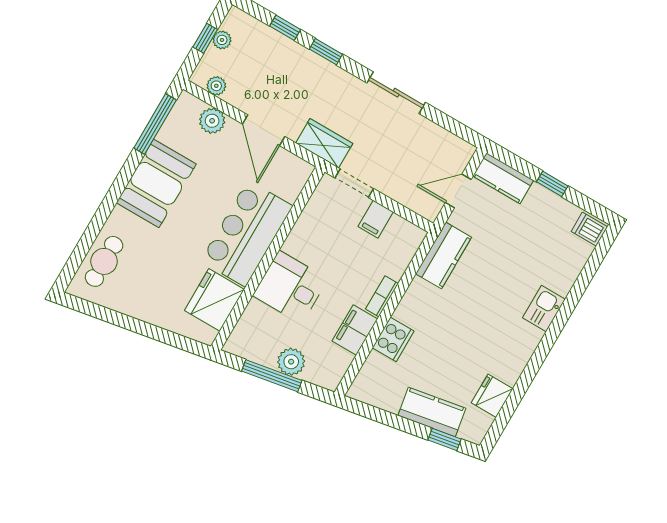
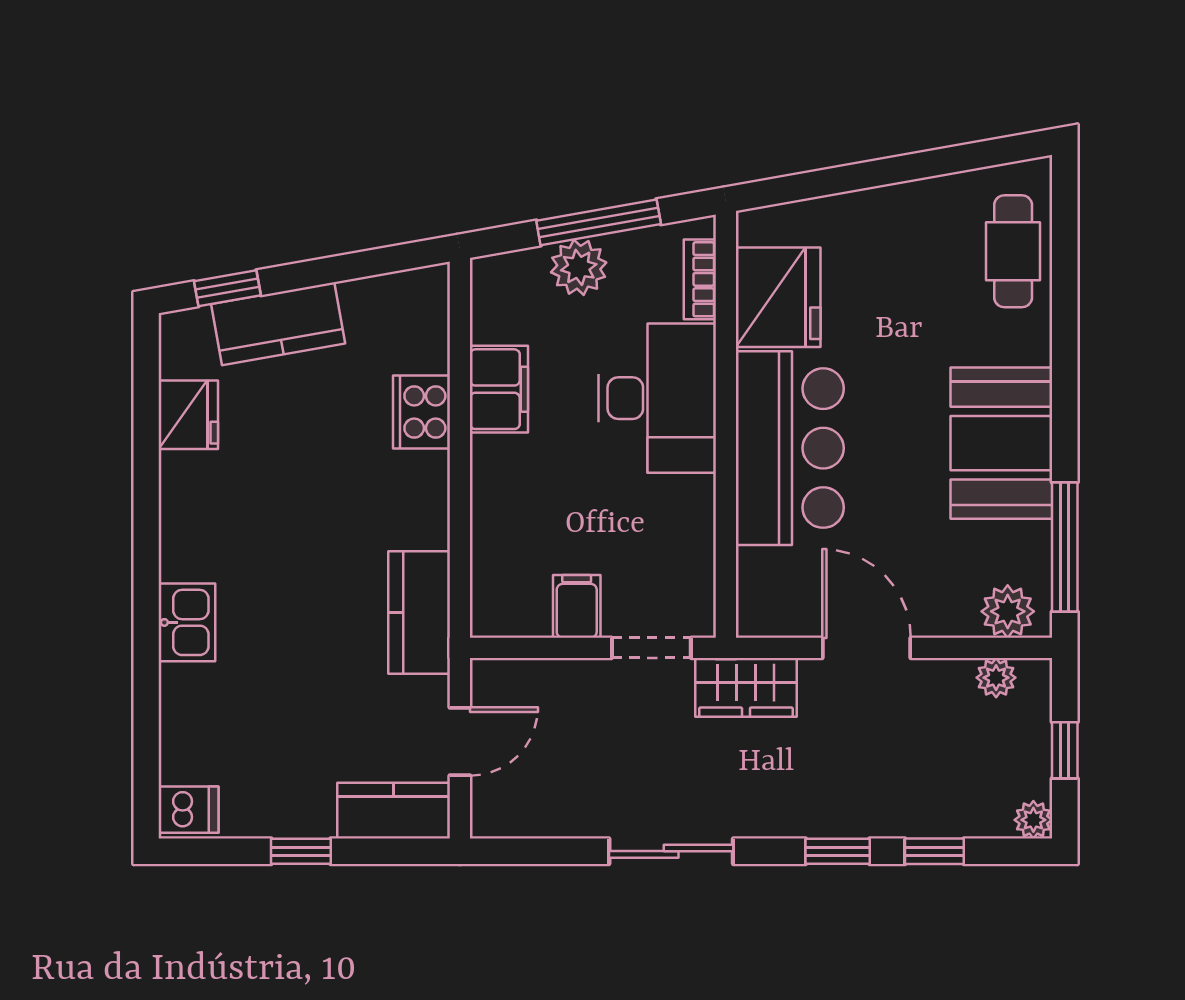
plant: (222, 40) -> (1033, 820), moved
plant: (212, 121) -> (1008, 611), moved
desk: (290, 287) -> (657, 398), width x1.37
bookcase: (382, 296) -> (700, 279), moved, turned 180

